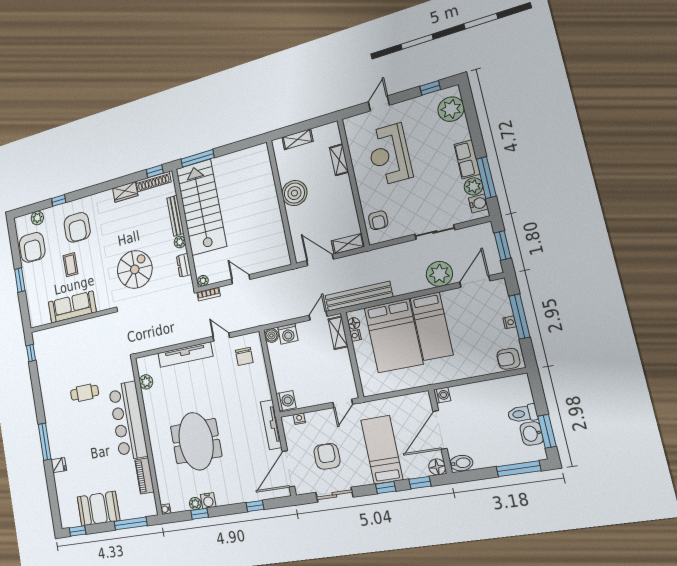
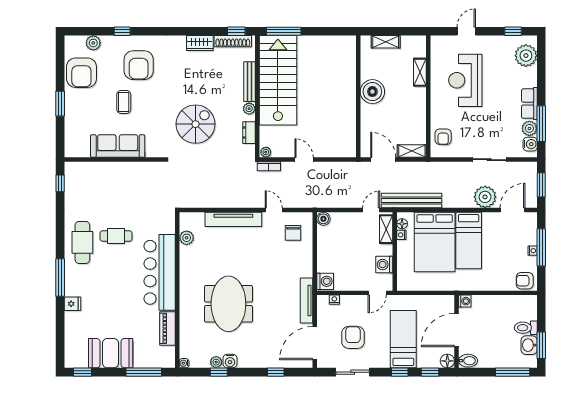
washing machine: (288, 334) -> (384, 265), moved, turned 90
cafe table: (58, 405) -> (82, 242), added

